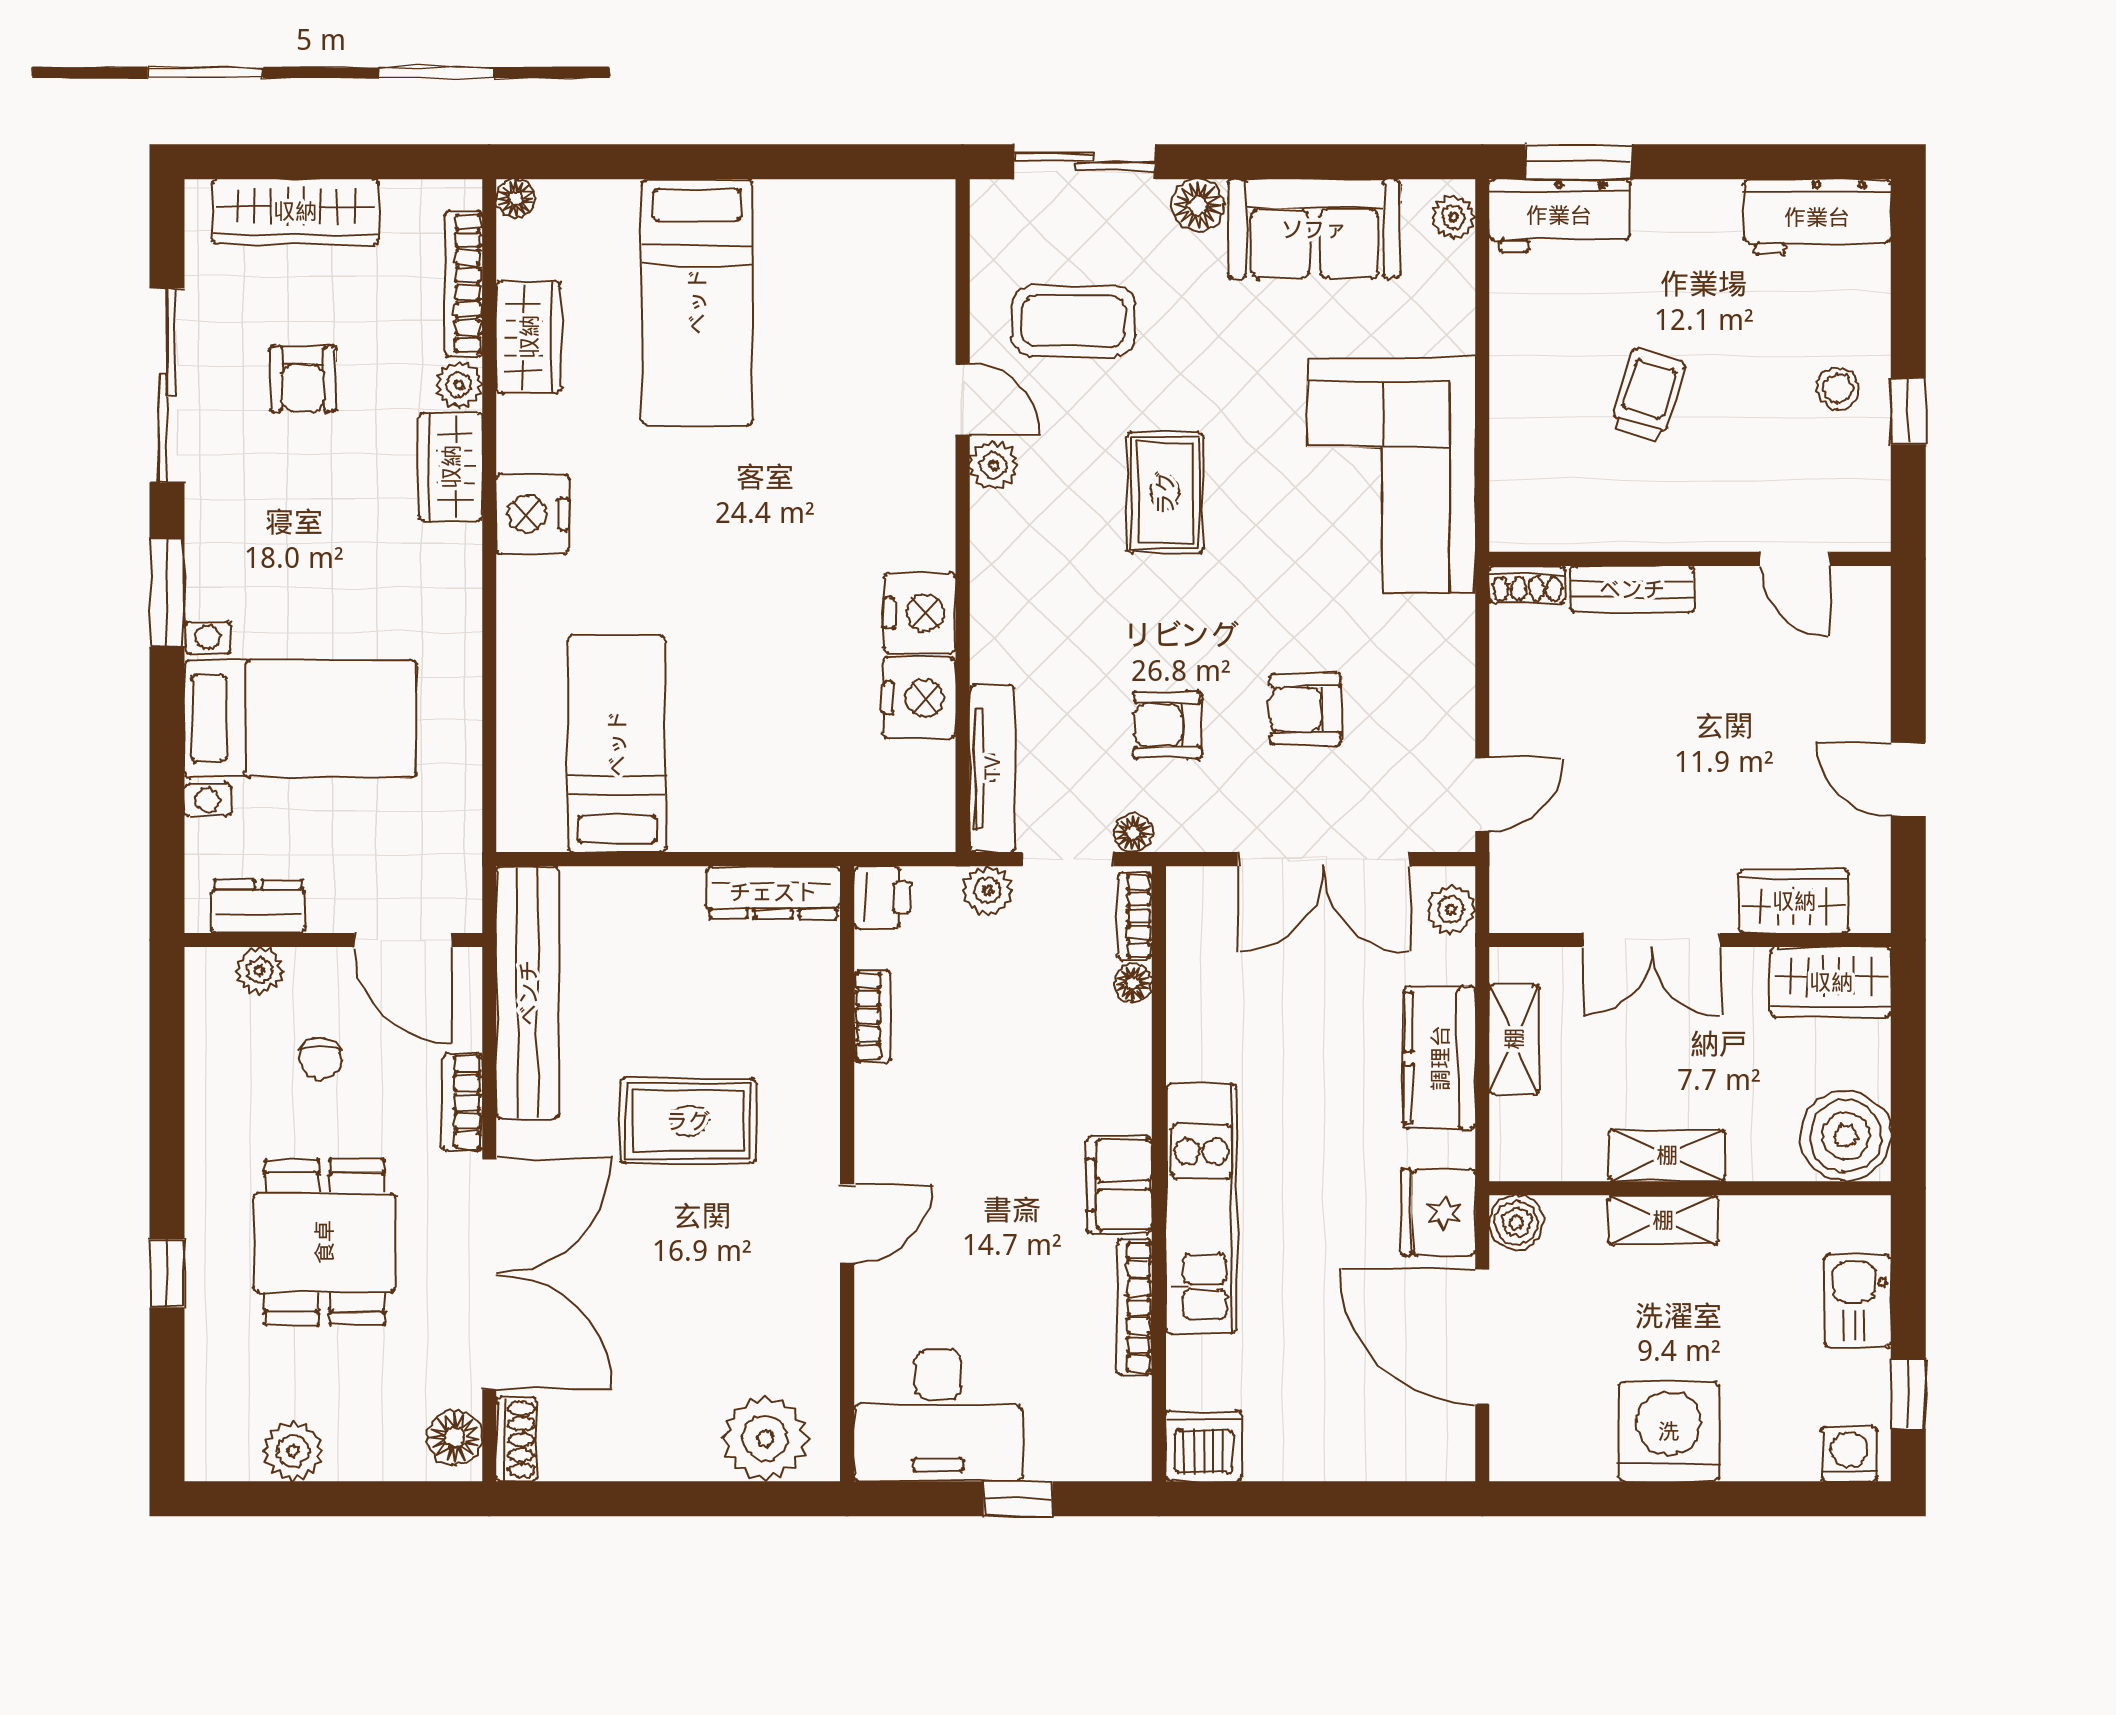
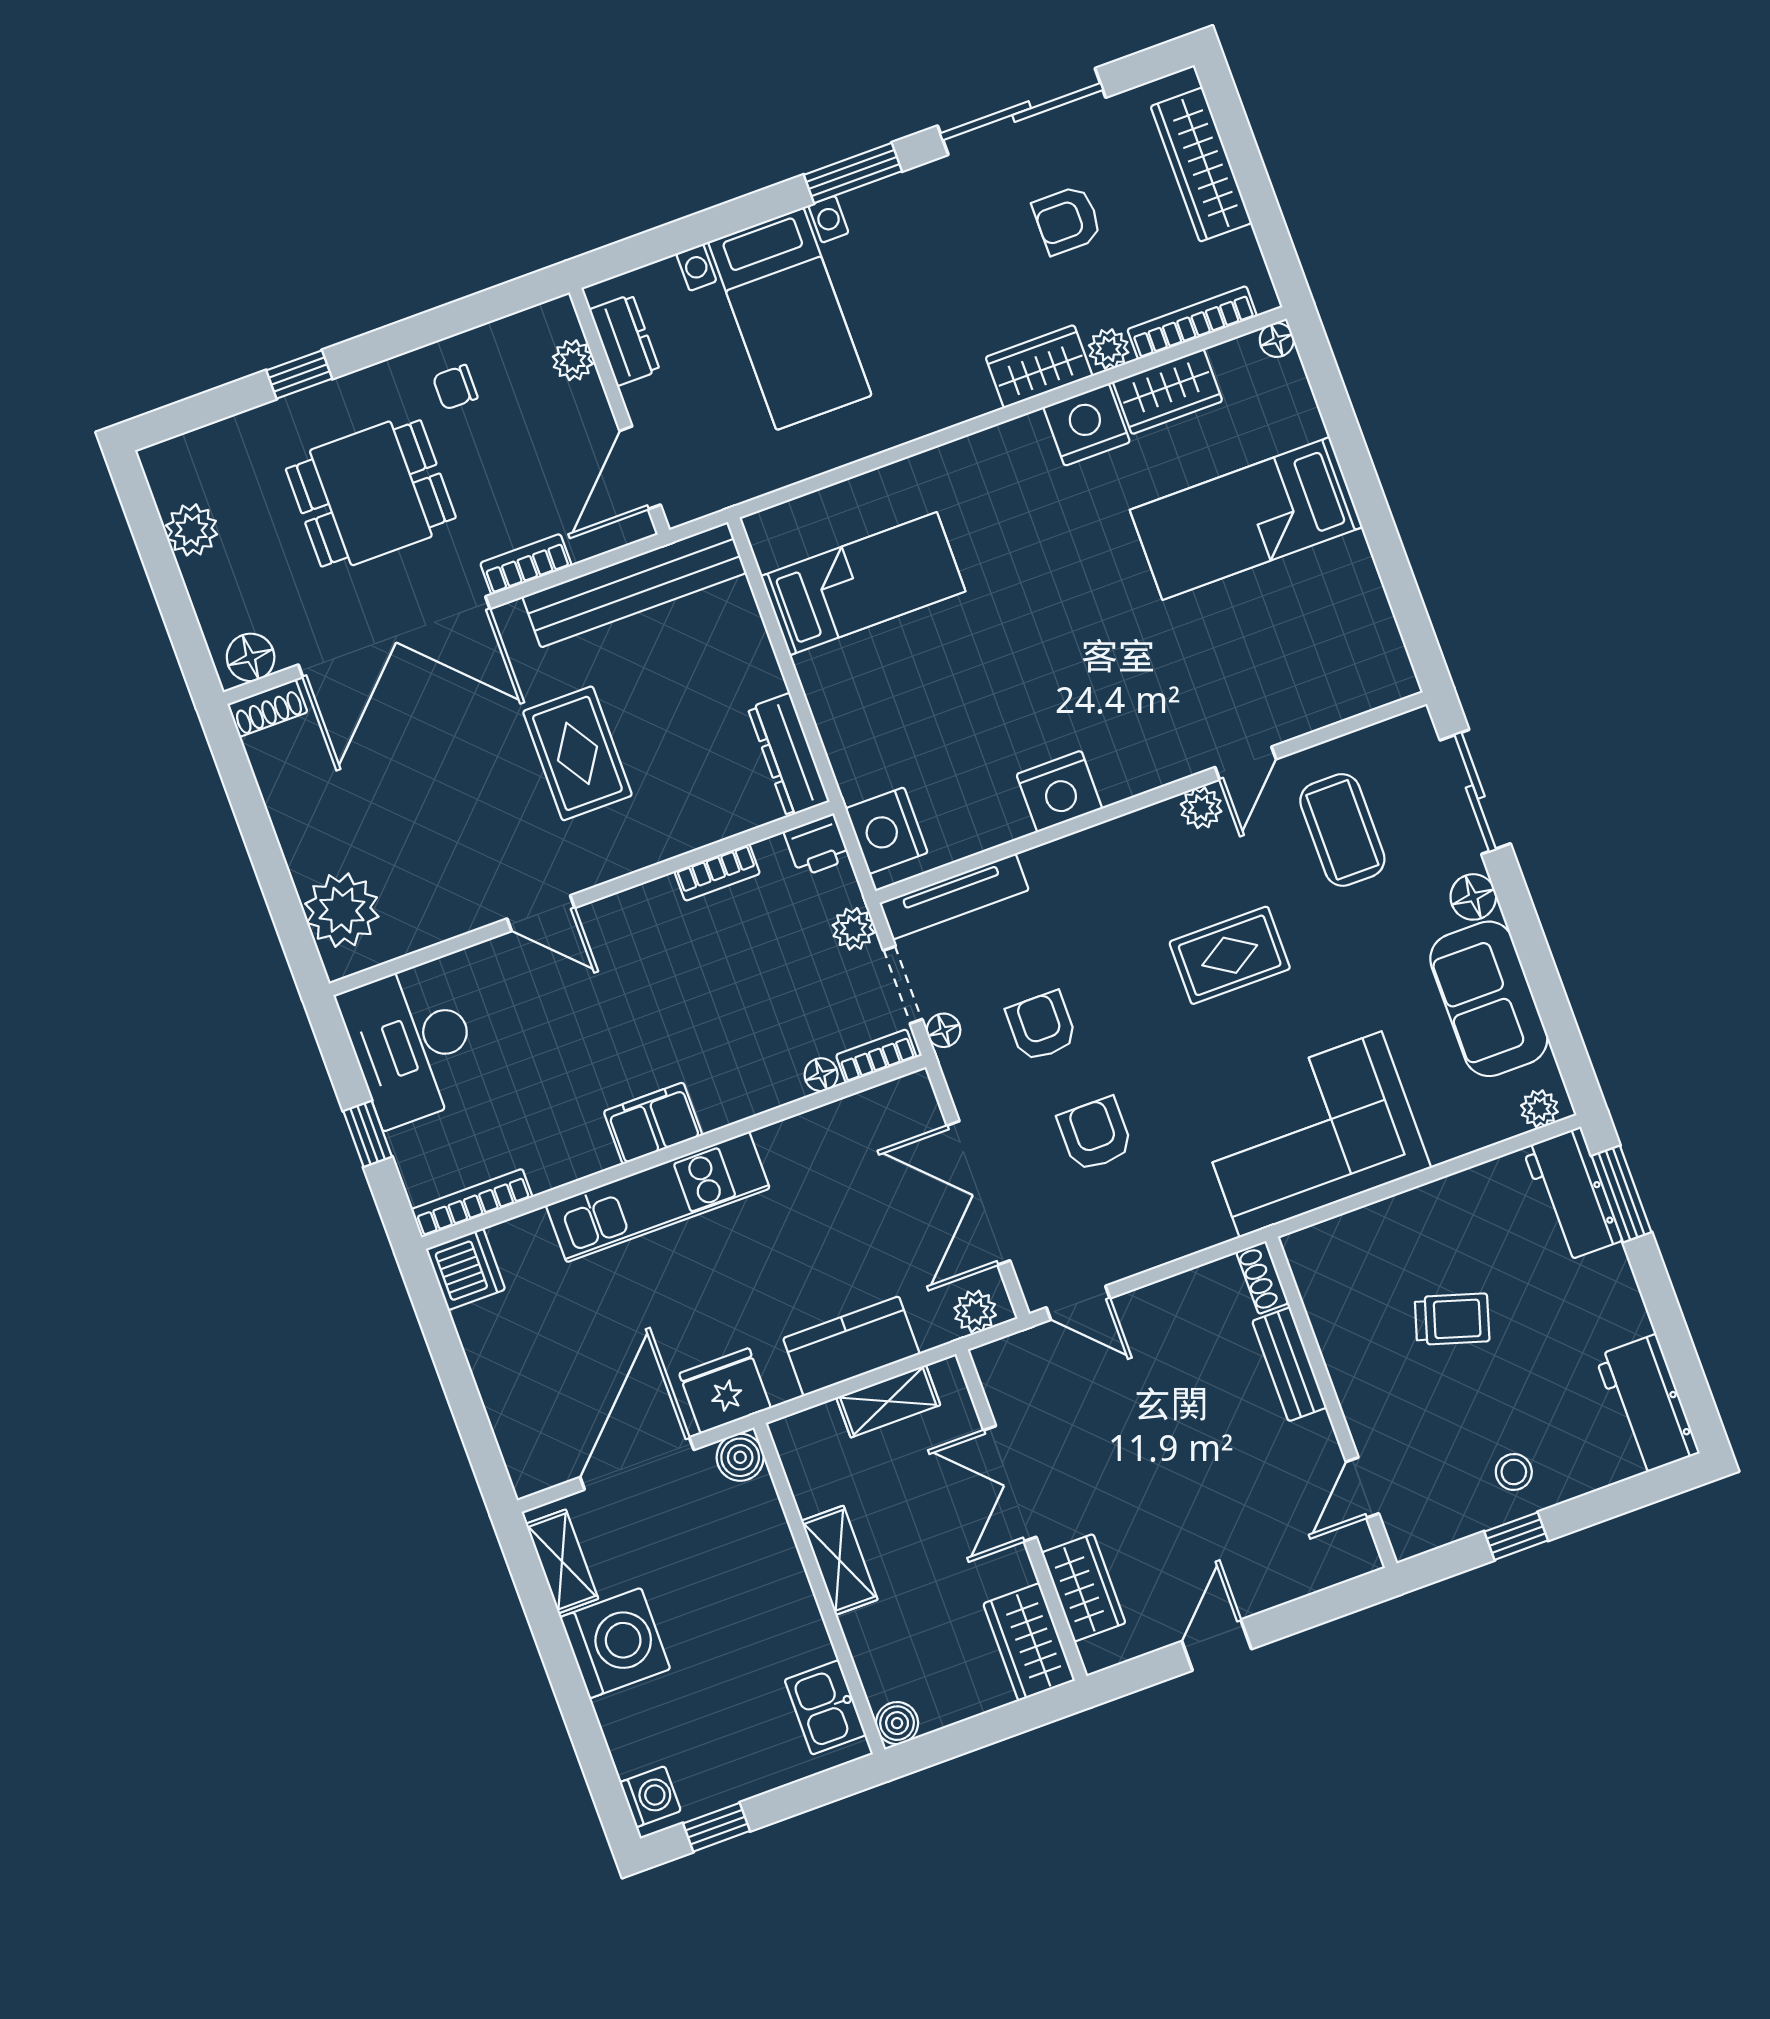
nightstand: (532, 514) -> (1087, 425), moved
nightstand: (919, 698) -> (886, 831), moved, turned 90
chair: (320, 1059) -> (455, 387), moved
boiler: (1846, 1136) -> (897, 1723), width x0.54, depth x0.54
shelving: (1663, 1220) -> (562, 1561), moved
kitchen sink: (1857, 1300) -> (825, 1707), moved, turned -90
bookcase: (1134, 1307) -> (472, 1203), moved

